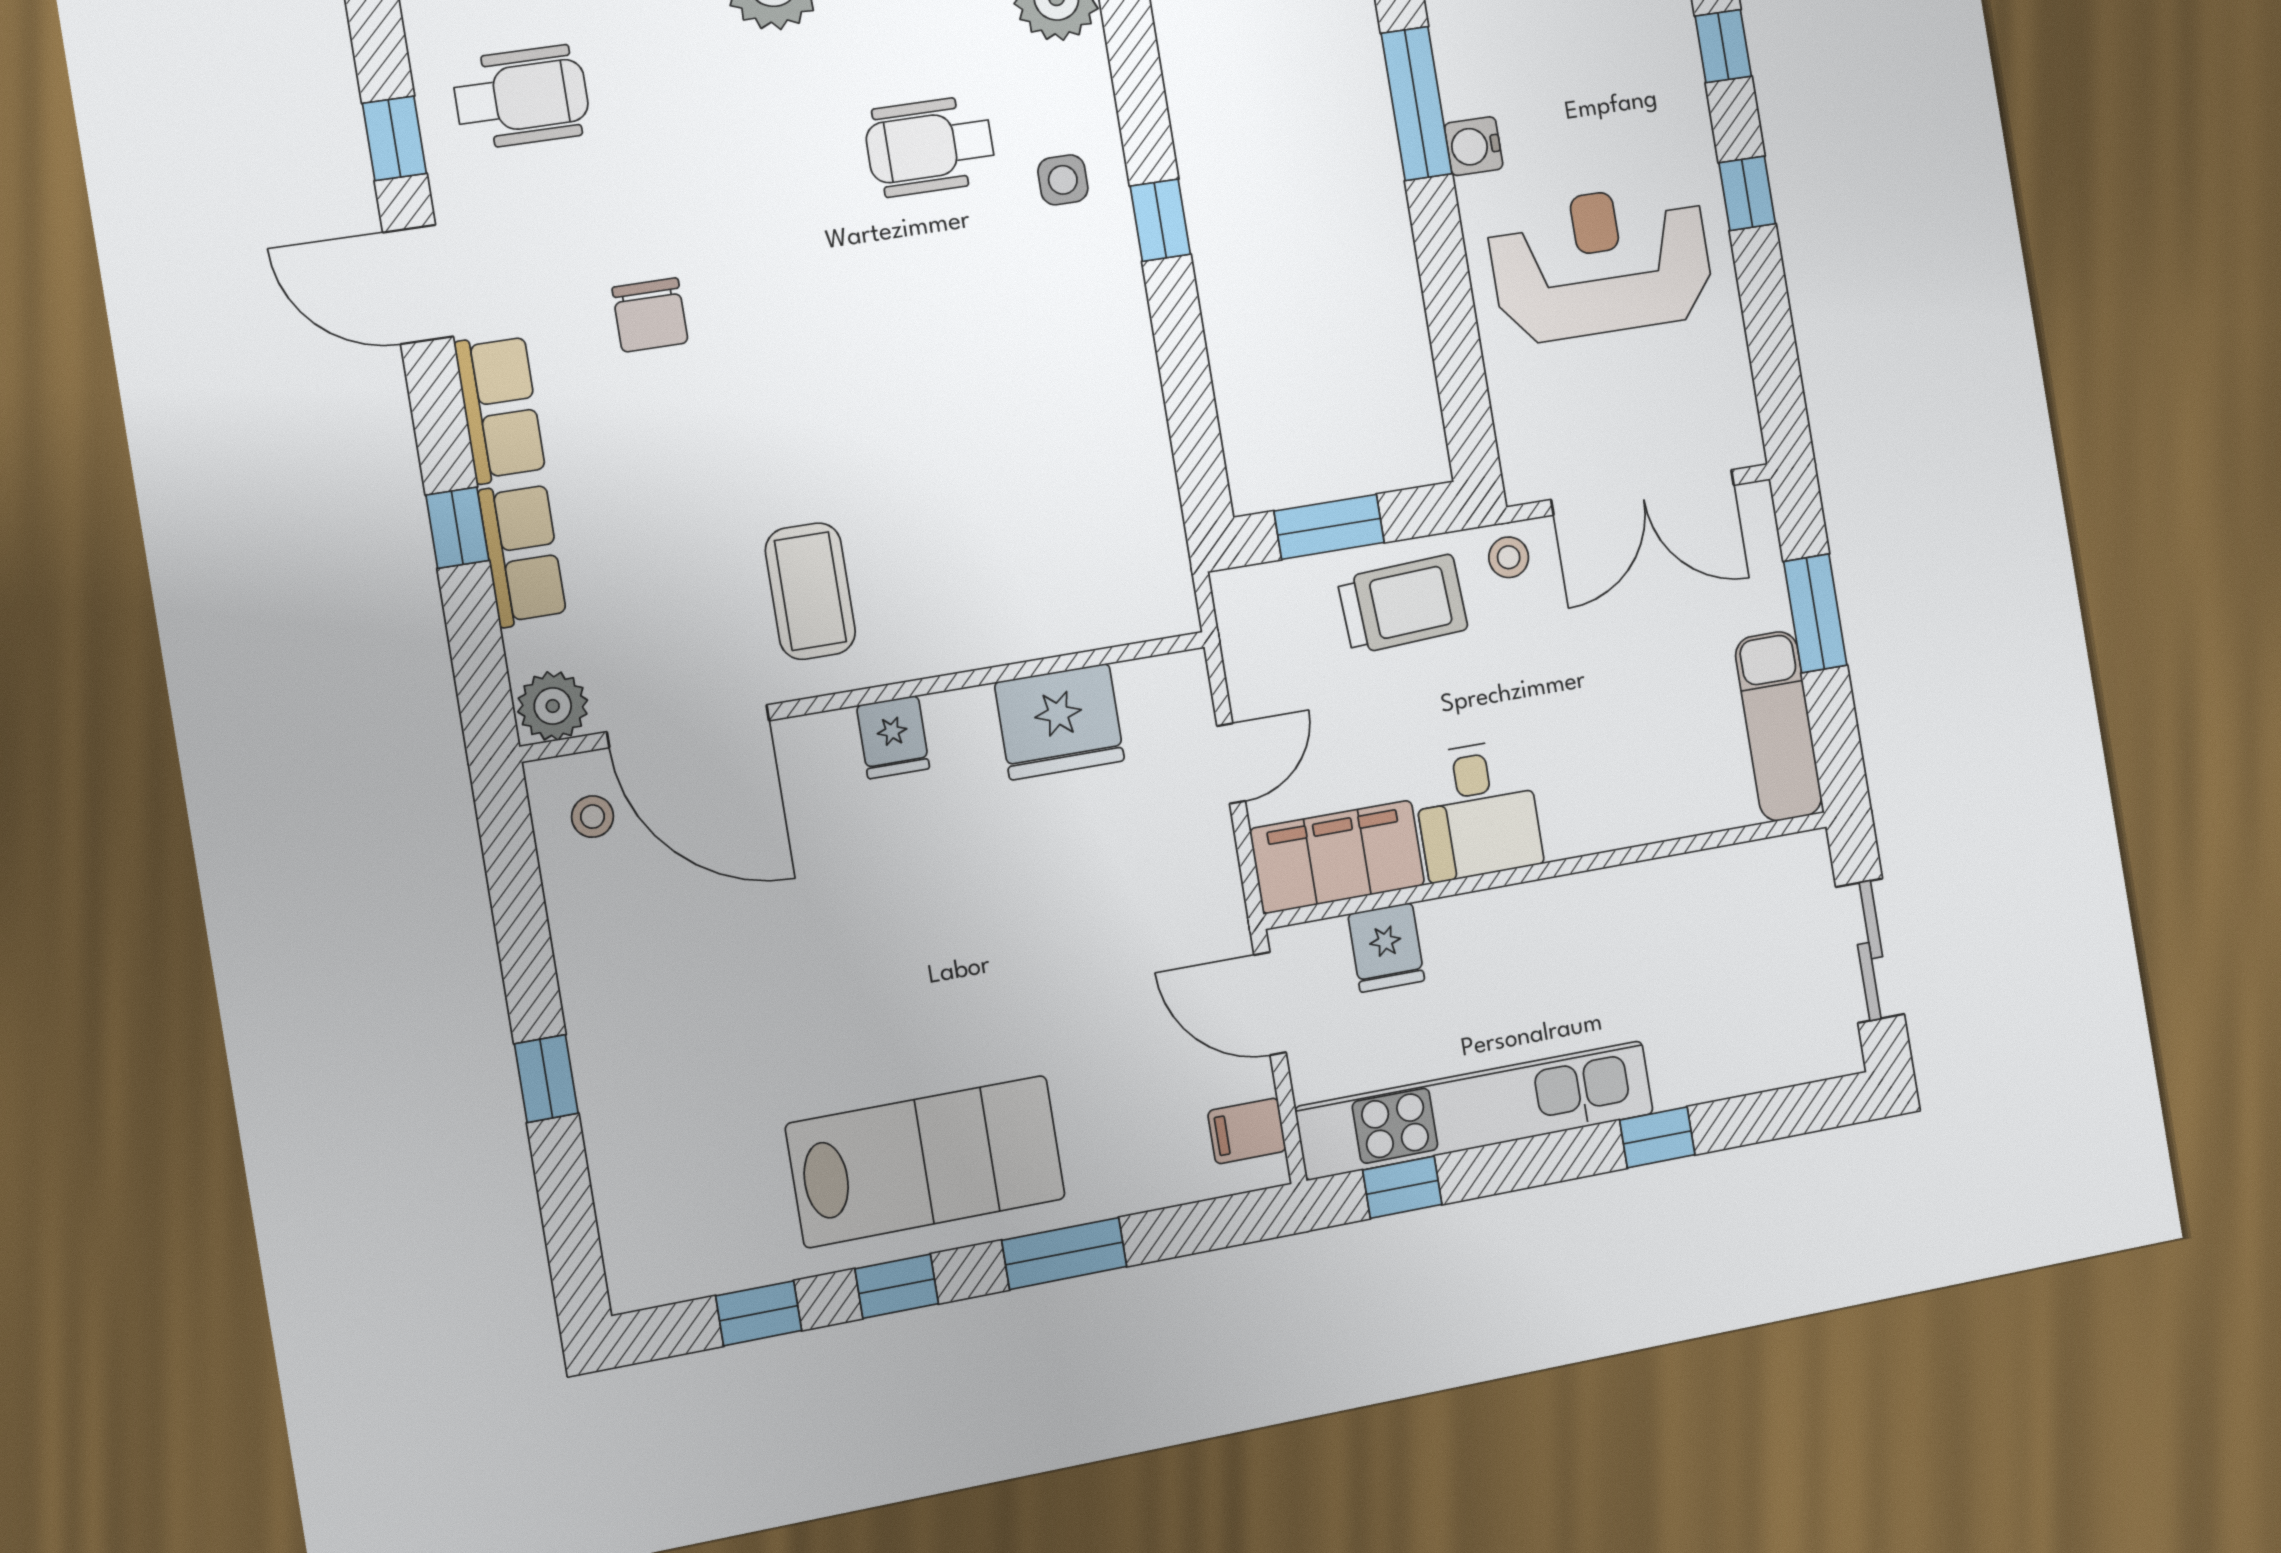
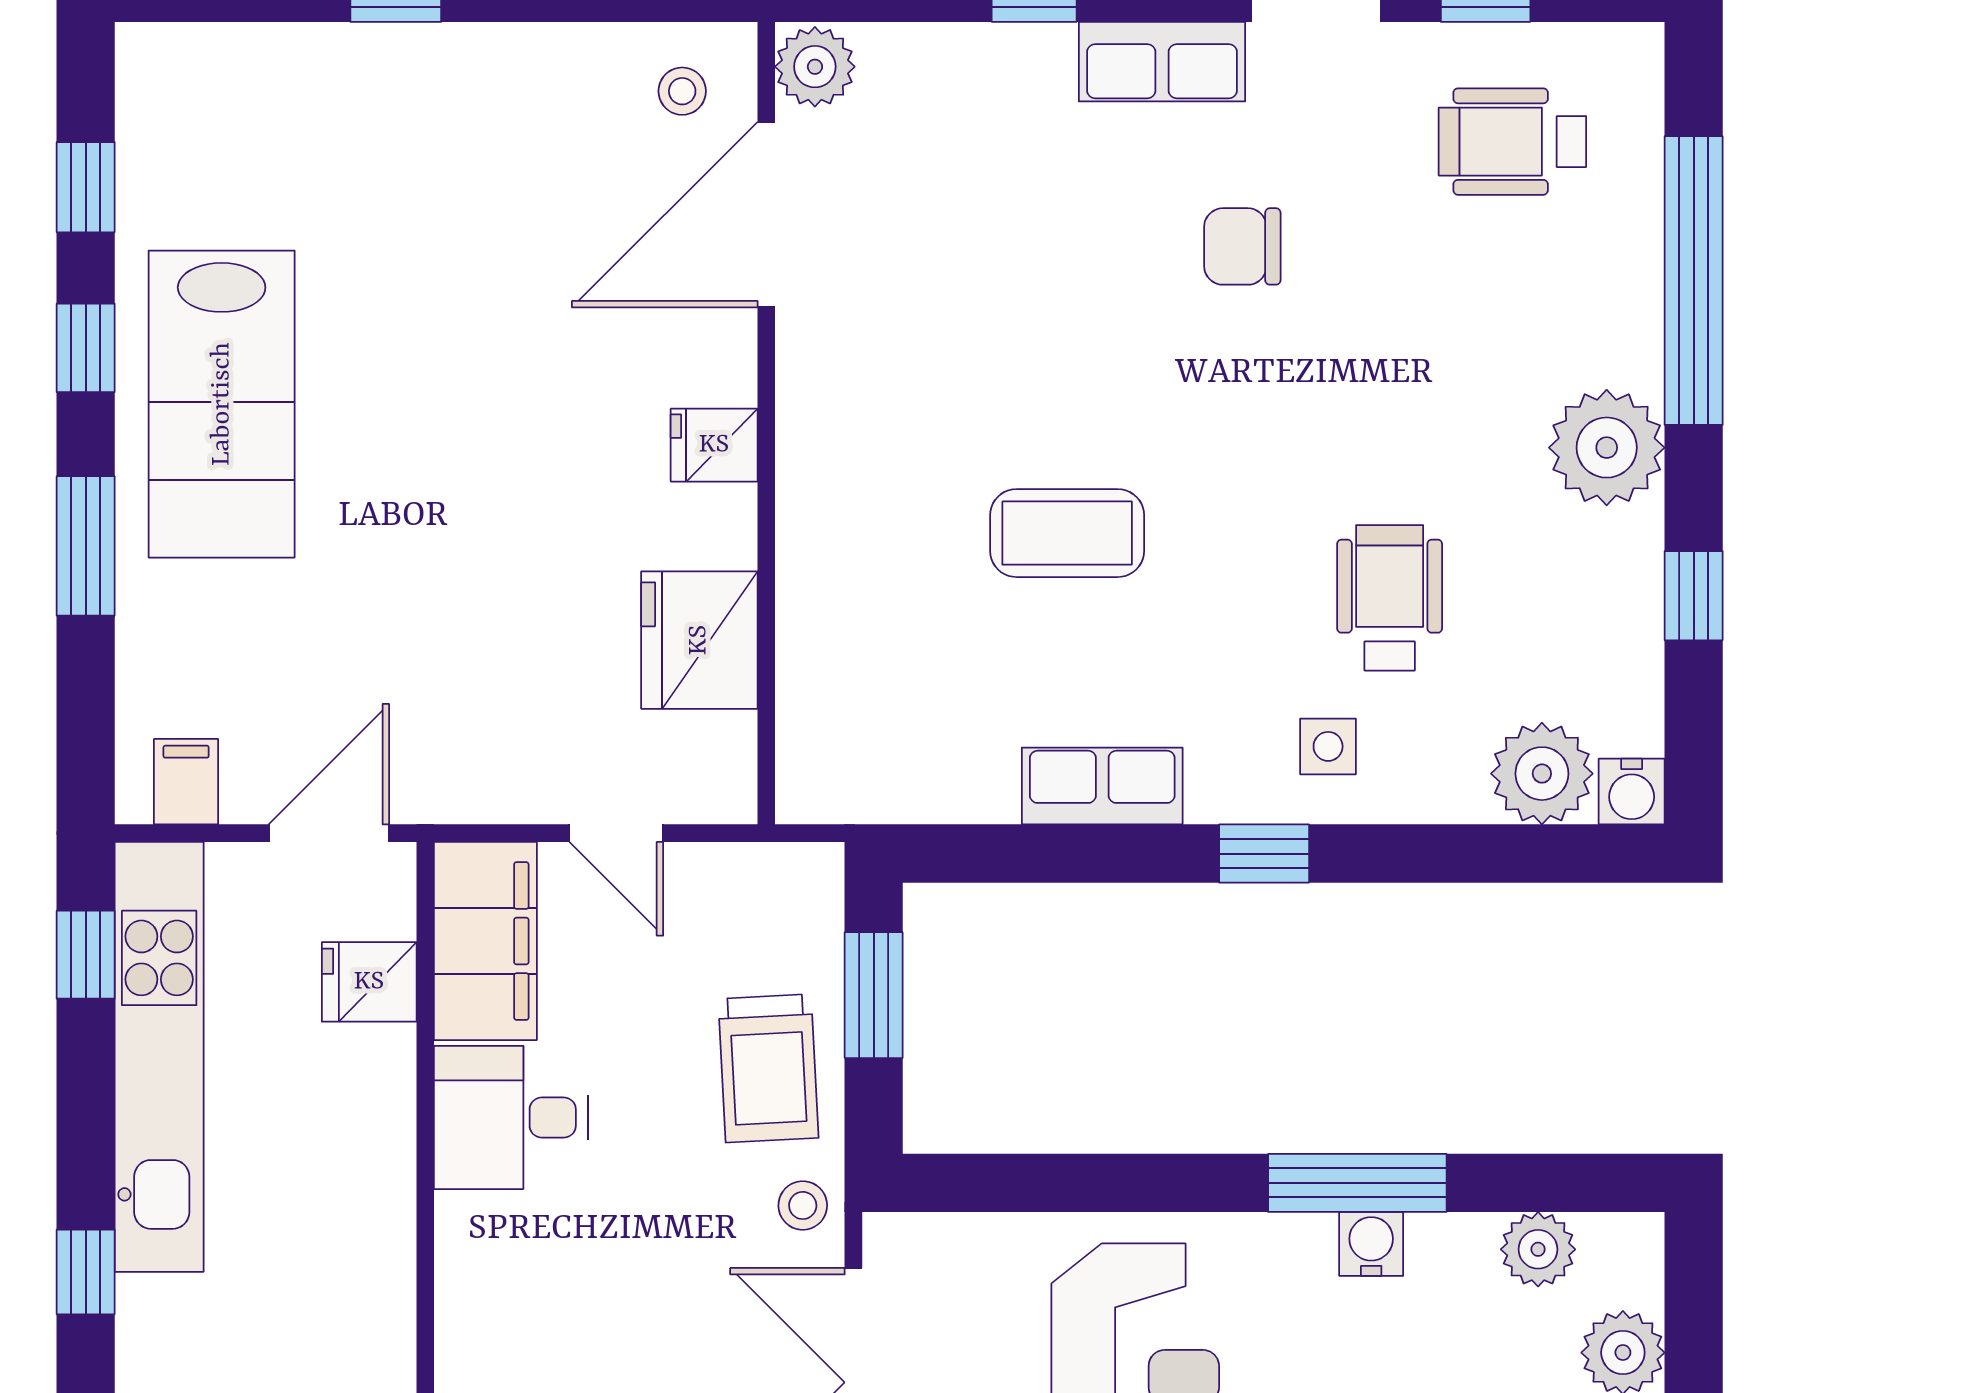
wheelchair: (521, 97) -> (1512, 142), turned 90
water cooler: (1474, 146) -> (1371, 1244), moved
row of seats: (522, 554) -> (1102, 786), moved, turned 180
coffee table: (810, 591) -> (1067, 533), moved

